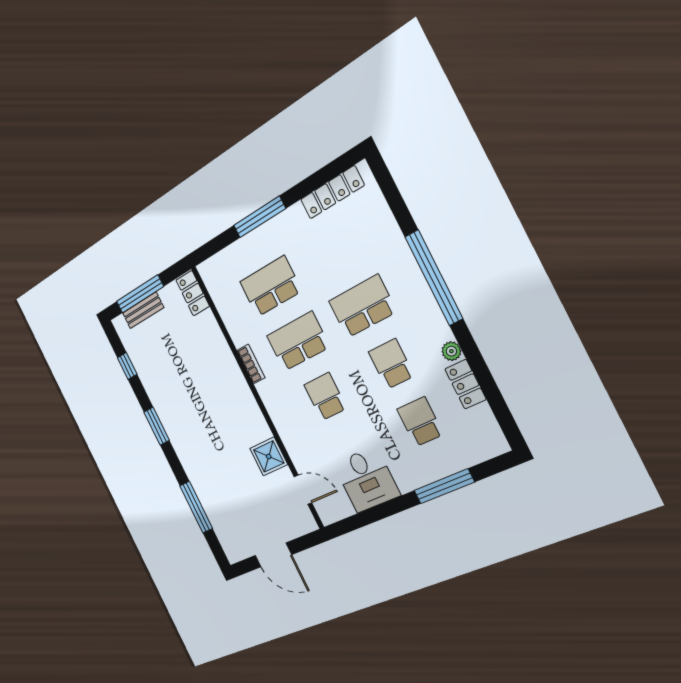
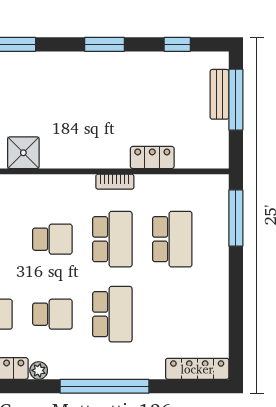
locker: (332, 192) -> (197, 369), moved, turned 90
window: (259, 217) -> (236, 218), moved
locker: (193, 293) -> (152, 157), moved

